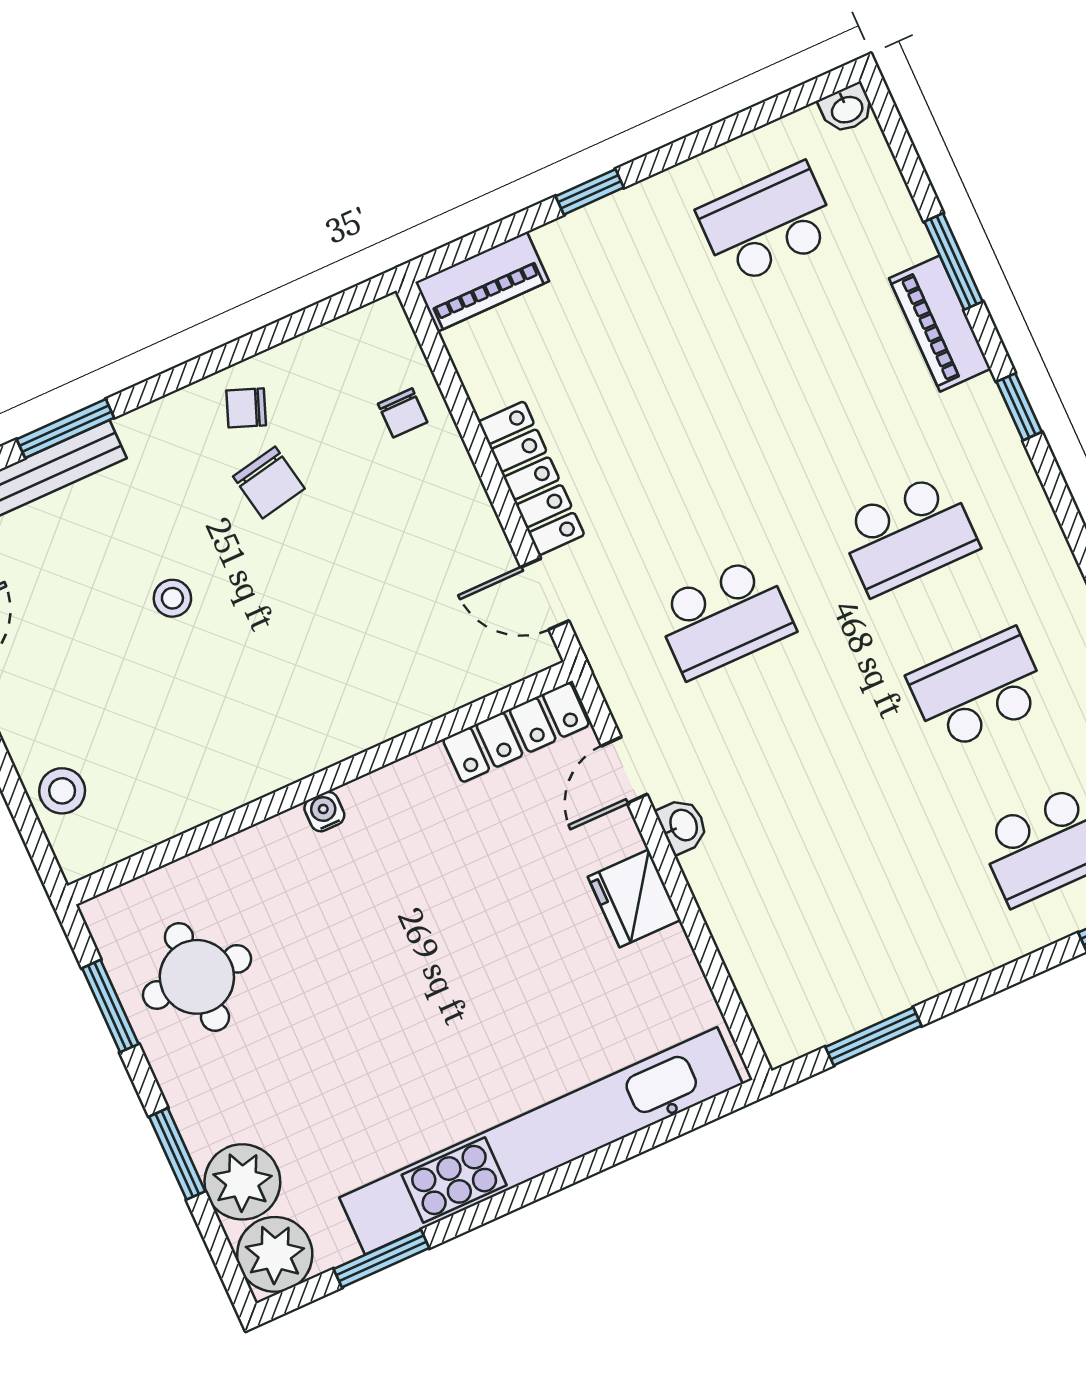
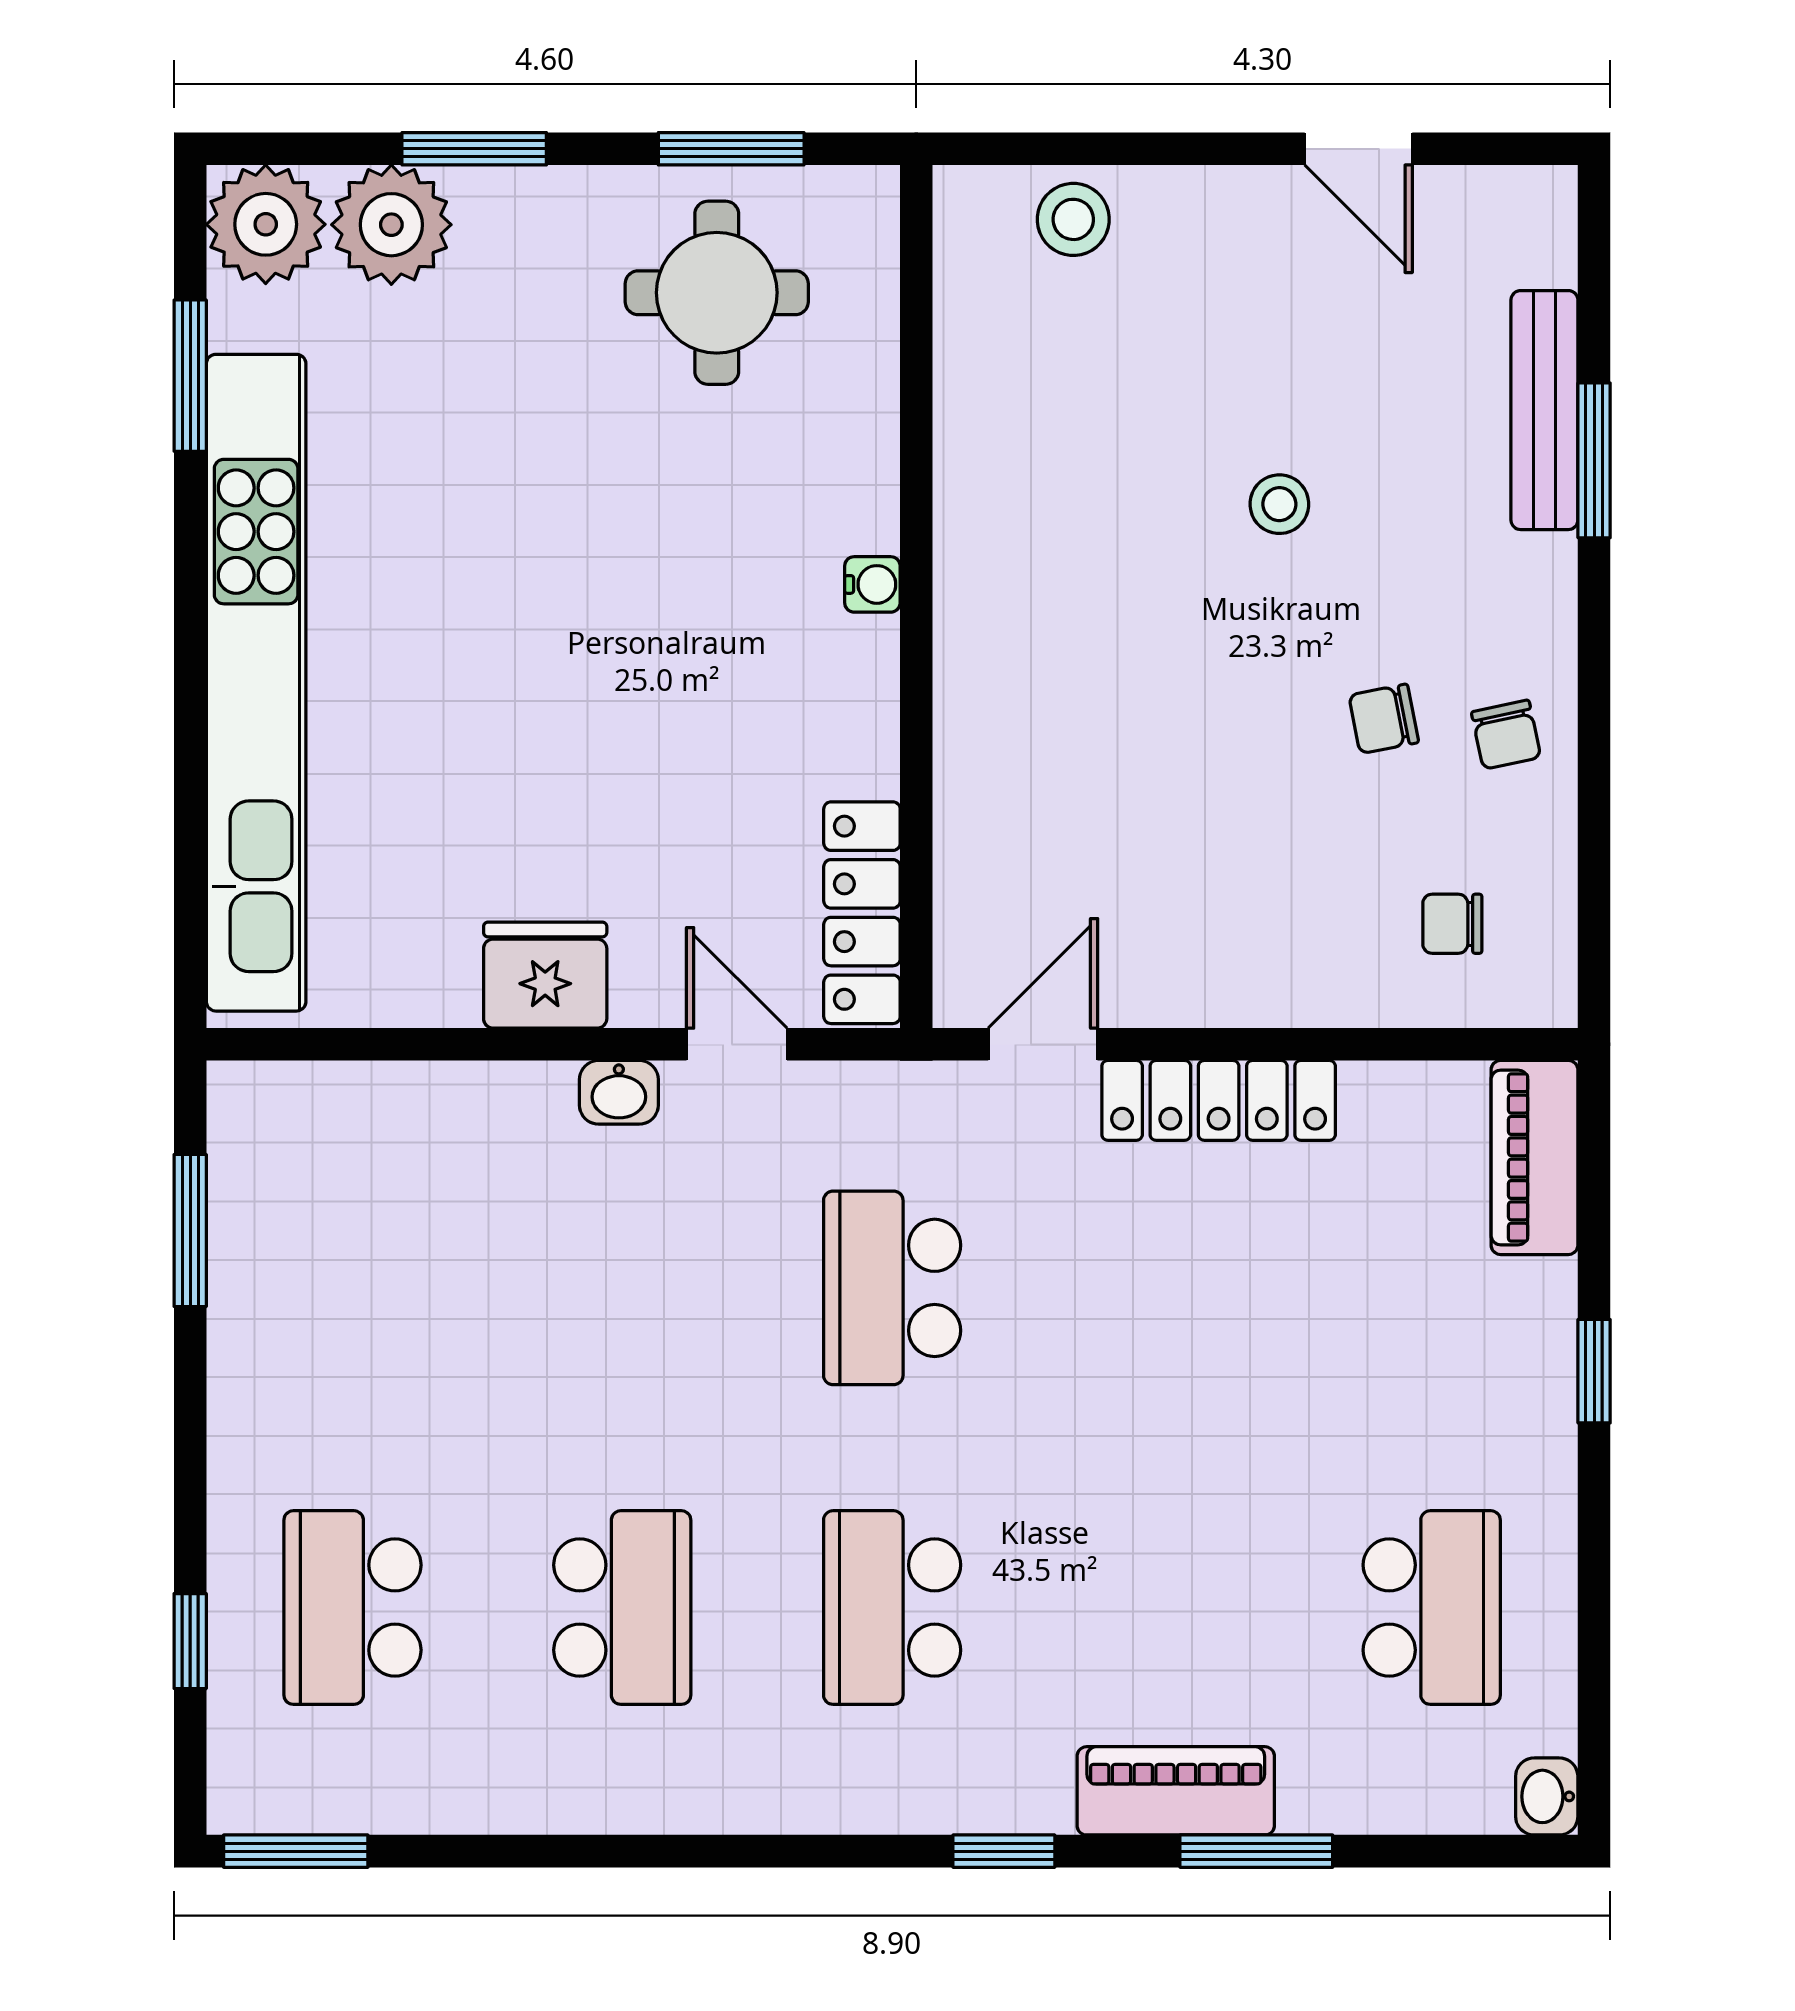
chair: (246, 408) -> (1506, 735), turned 147
chair: (403, 413) -> (1452, 924), moved
chair: (269, 482) -> (1384, 719), width x0.73, depth x0.73

